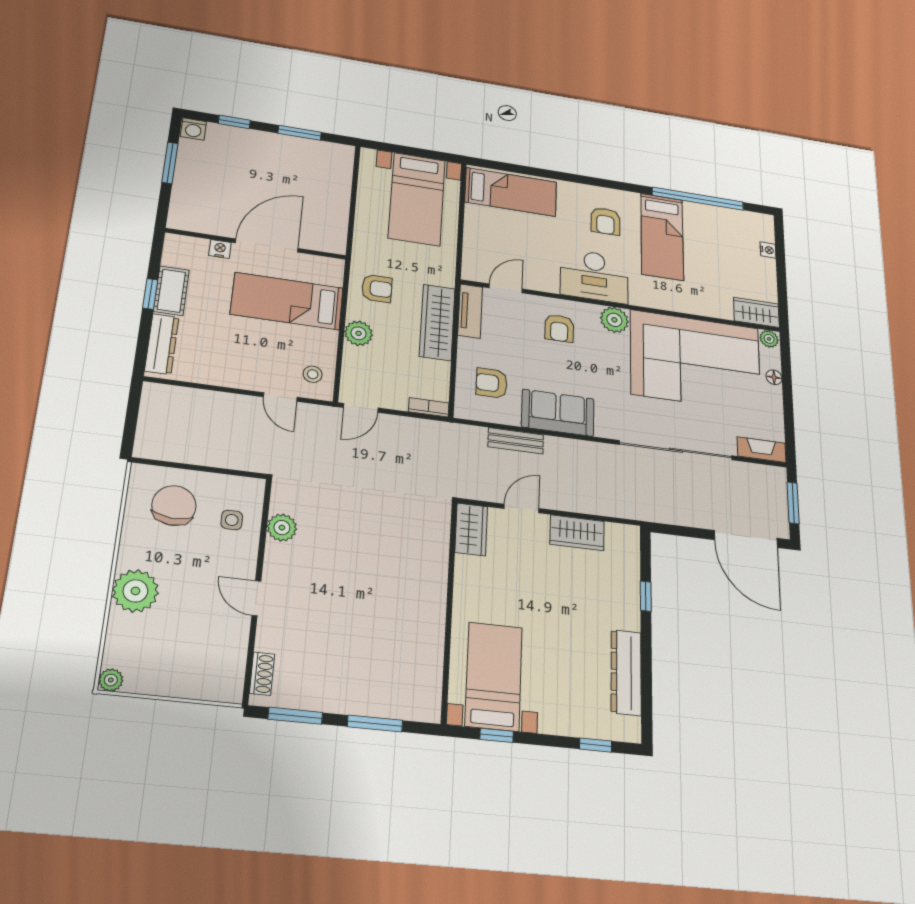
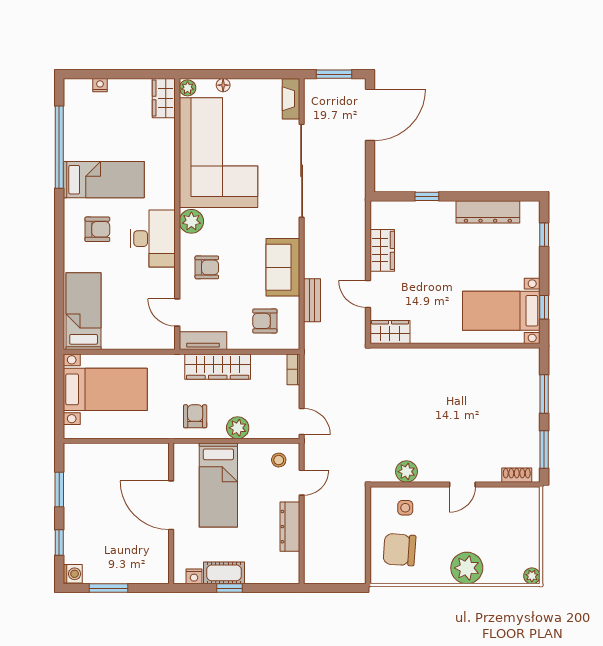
nightstand: (220, 249) -> (194, 576), moved, turned -90
dresser: (162, 344) -> (290, 527), moved, turned -90
armchair: (492, 383) -> (265, 321), turned 90

